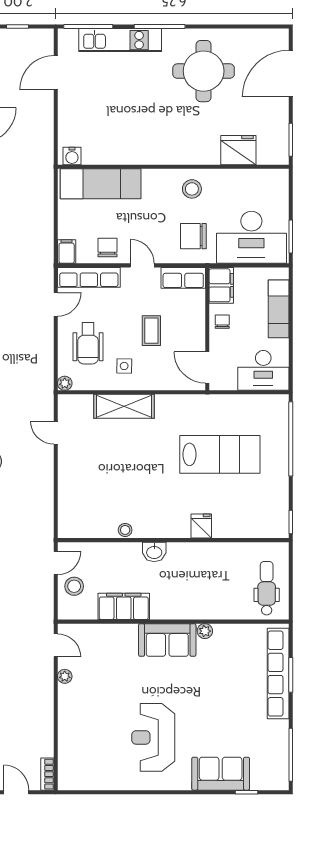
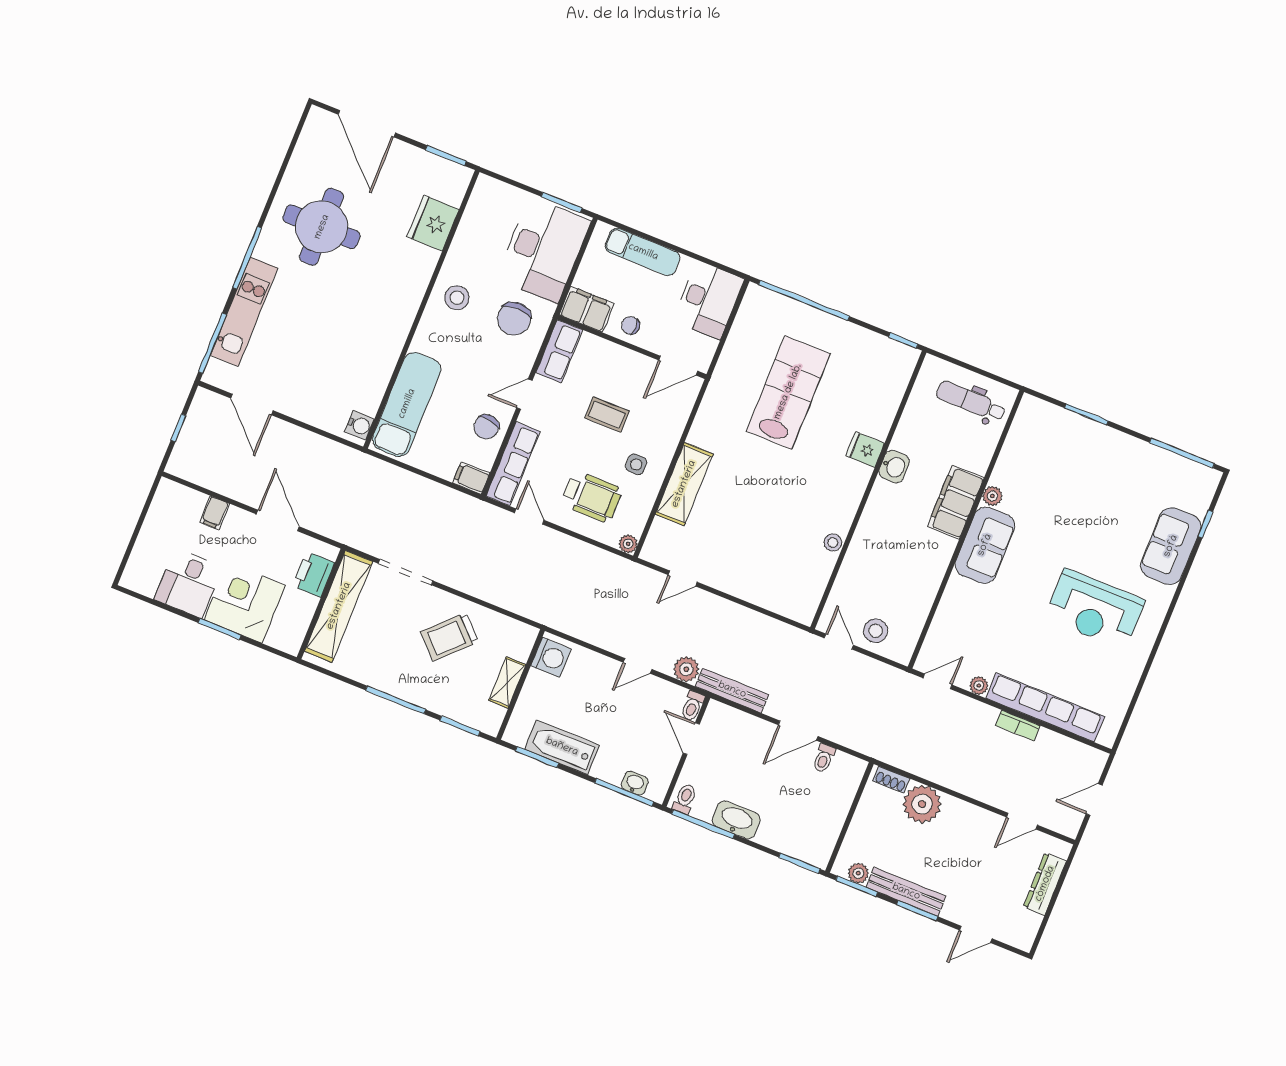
chair: (108, 247) -> (486, 427), turned -80
washbasin: (154, 552) -> (894, 467), moved
filing cabinet: (124, 606) -> (956, 502), moved
row of seats: (278, 674) -> (1045, 707), moved, turned 180
bookcase: (47, 774) -> (1018, 726), moved

